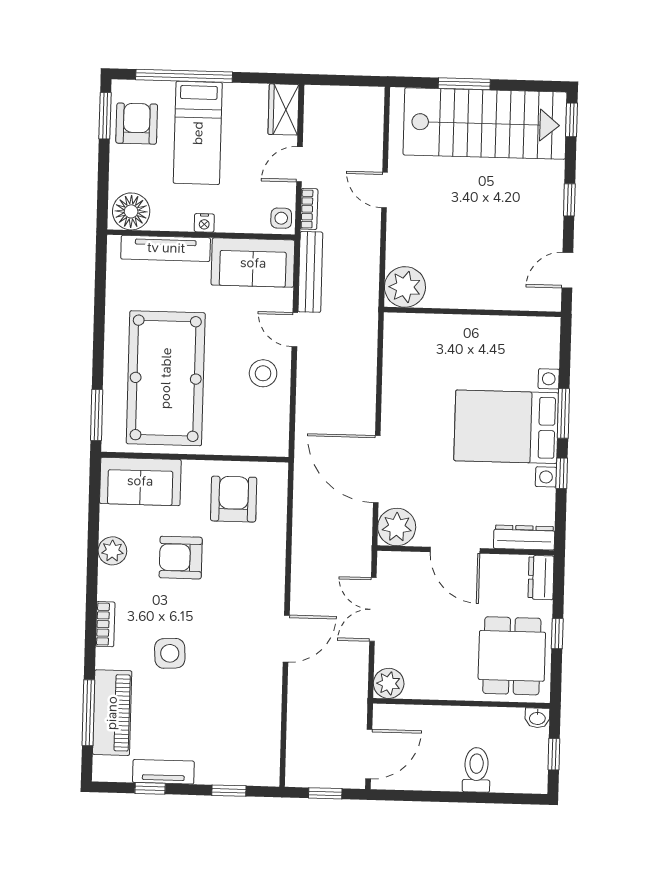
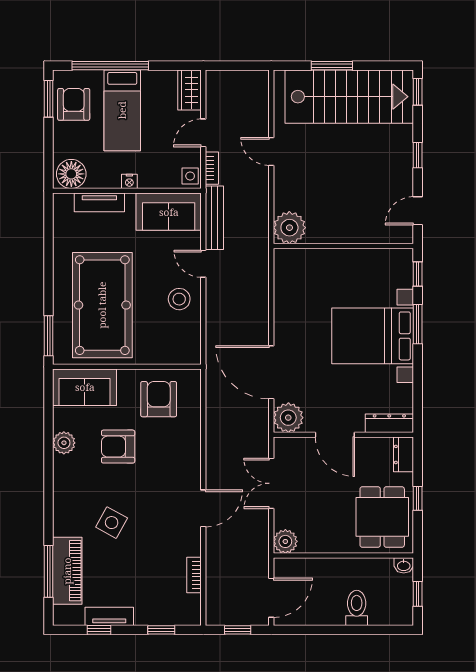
tv unit: (166, 248) -> (99, 202), width x0.71
window: (562, 473) -> (418, 274), moved
bookcase: (105, 624) -> (194, 575), moved, turned 180
side table: (170, 653) -> (112, 523), turned 32

